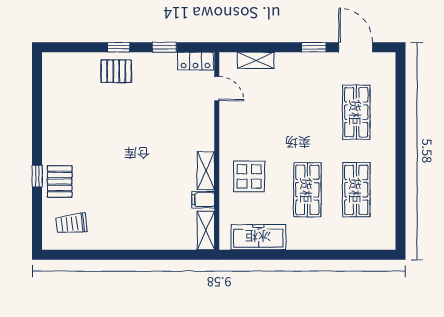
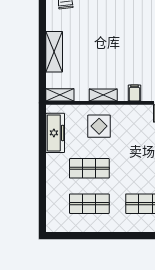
filing cabinet: (203, 200) -> (135, 93), moved
shelving: (146, 239) -> (54, 52), added

